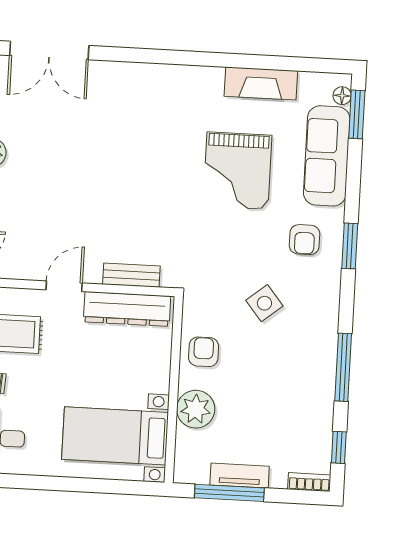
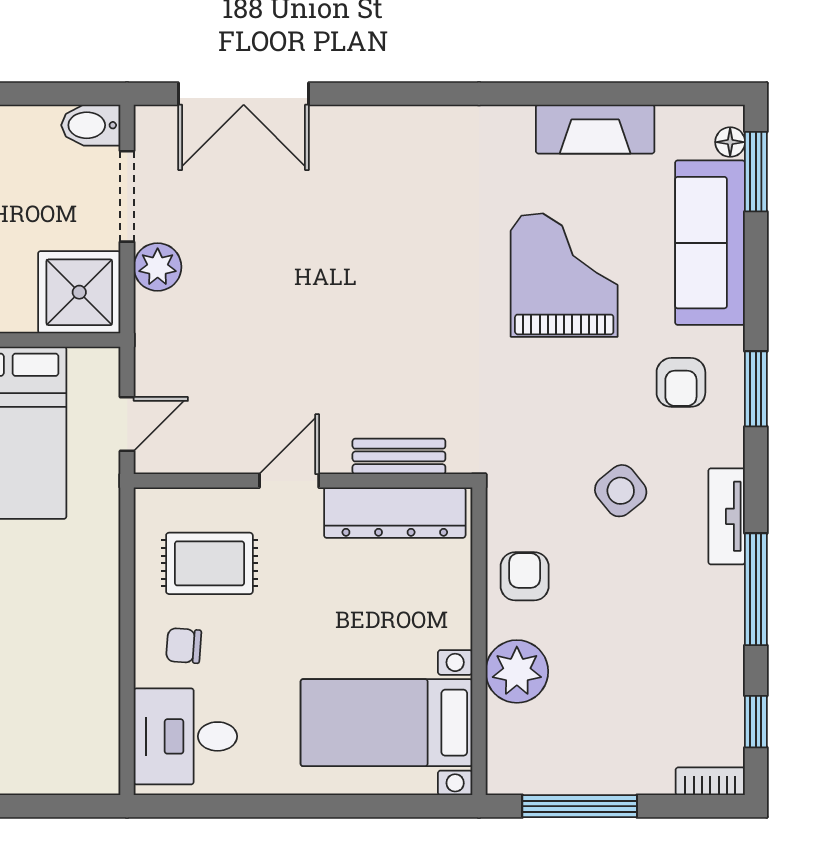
grand piano: (237, 171) -> (564, 275), turned 180
tv unit: (240, 476) -> (727, 516), moved, turned -90

